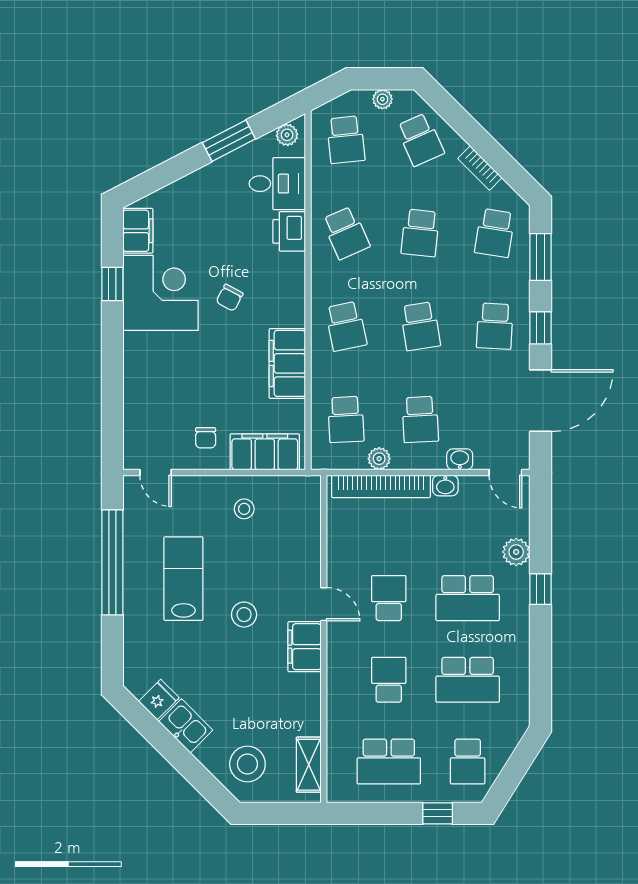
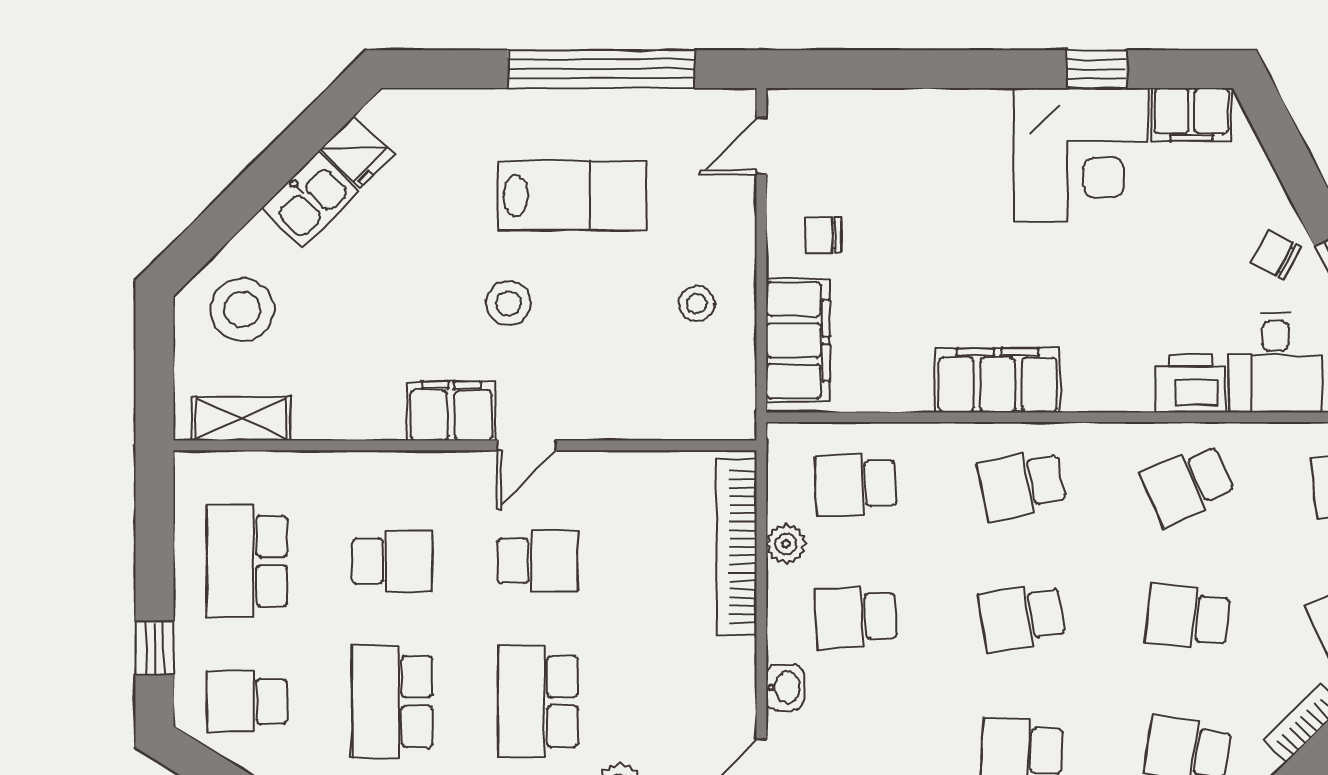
chair: (230, 298) -> (1276, 255), moved
filing cabinet: (287, 363) -> (998, 380), moved
washbasin: (445, 485) -> (738, 662), removed

